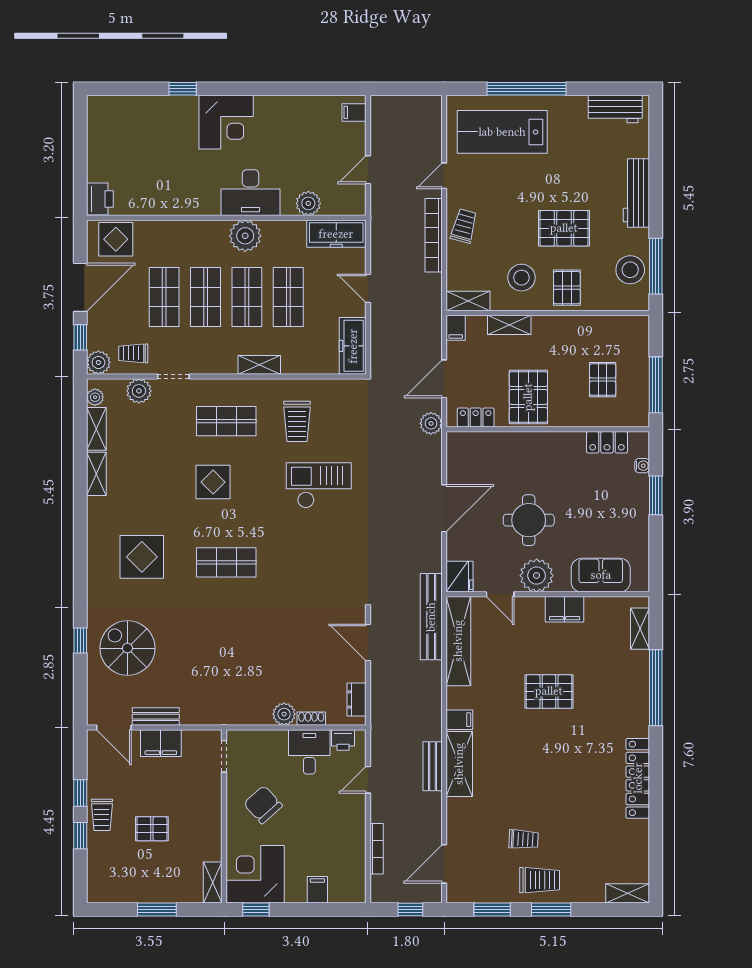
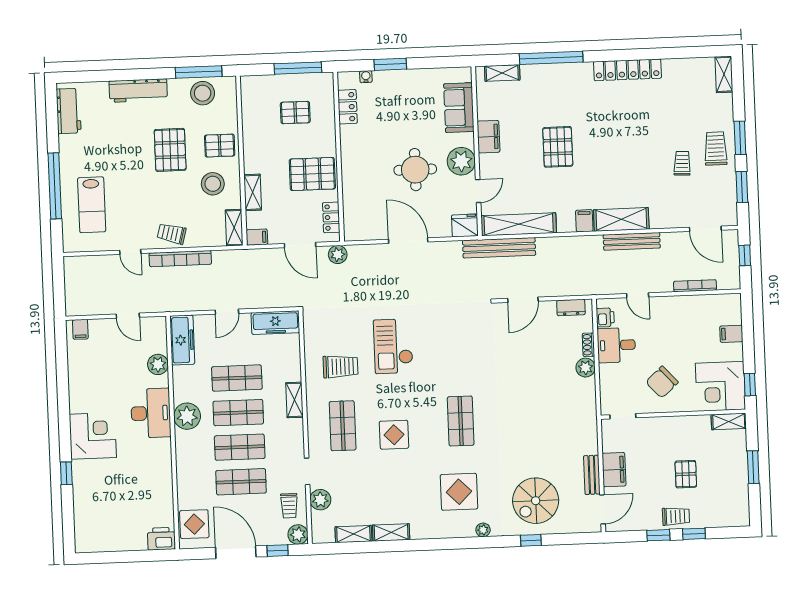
lab bench: (502, 132) -> (92, 205), width x0.73, depth x0.72
plant: (95, 397) -> (483, 530), moved
bench: (433, 766) -> (632, 241), width x1.36

